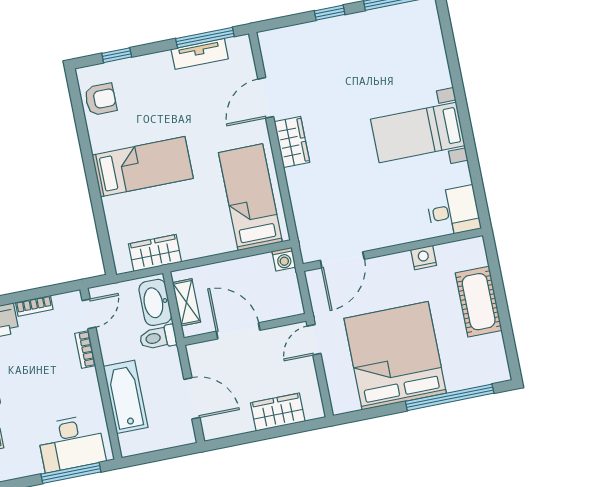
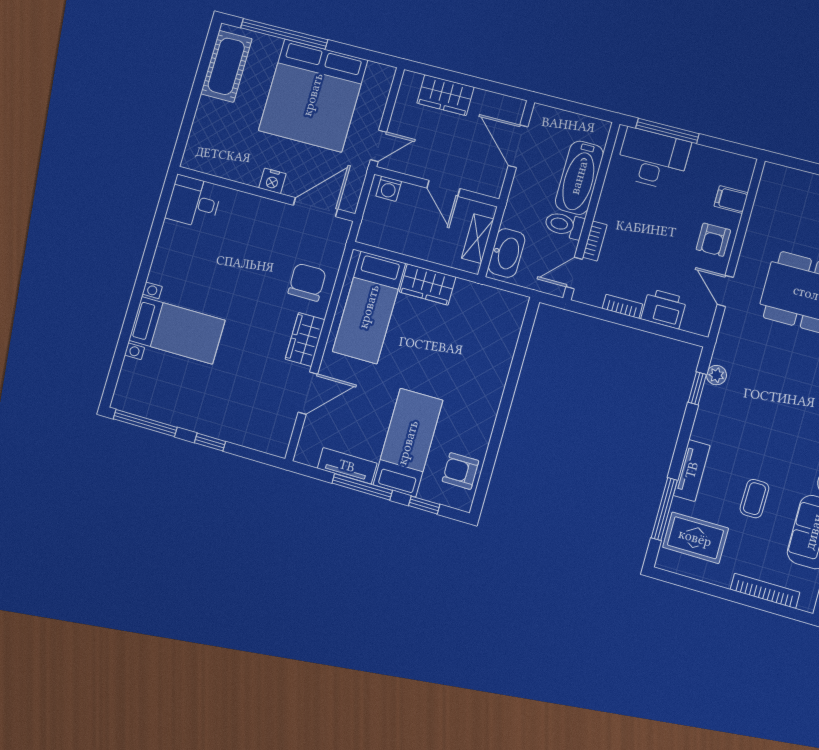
window: (205, 38) -> (362, 487), moved
bed with nightstands: (418, 132) -> (177, 330), moved
bed: (143, 167) -> (408, 443), moved, turned 90
chair: (316, 192) -> (307, 282), added
wardrobe: (155, 253) -> (428, 284), moved
nightstand: (424, 258) -> (272, 181), moved
washing machine: (284, 259) -> (389, 189), moved, turned 180
cot: (479, 302) -> (226, 66), moved
door: (238, 331) -> (443, 188), width x0.73
toilet: (158, 338) -> (564, 225), moved, turned 180

